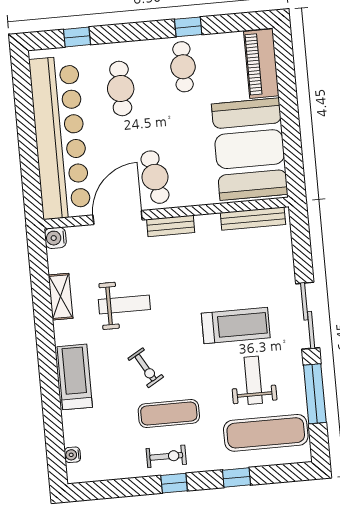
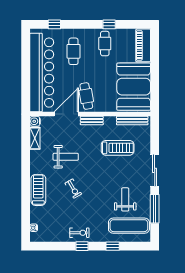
shelving: (61, 297) -> (35, 138), moved
treadmill: (236, 325) -> (118, 148), moved
exercise mat: (169, 414) -> (83, 212), removed

